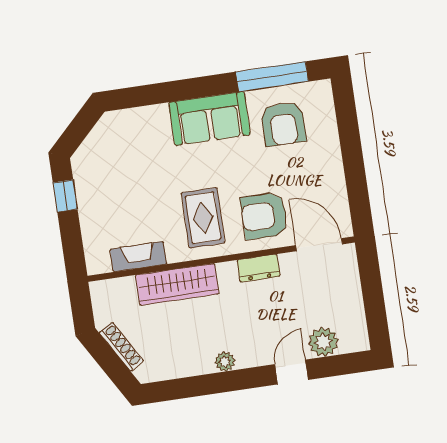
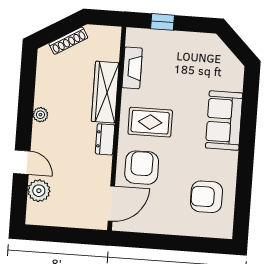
window: (272, 77) -> (243, 196), removed
sofa: (210, 119) -> (224, 121), moved
window: (65, 196) -> (162, 22), moved
dresser: (259, 268) -> (105, 139), moved

